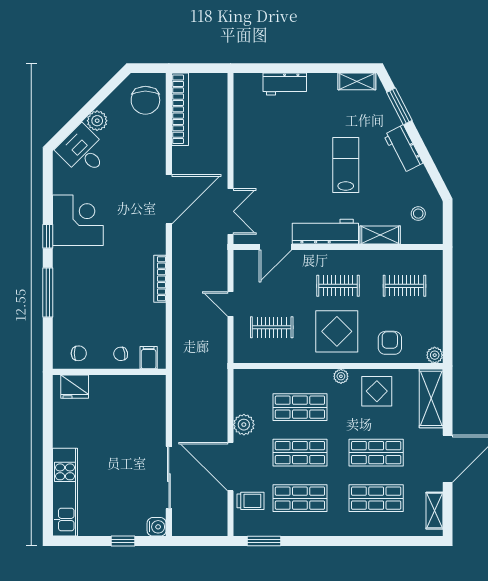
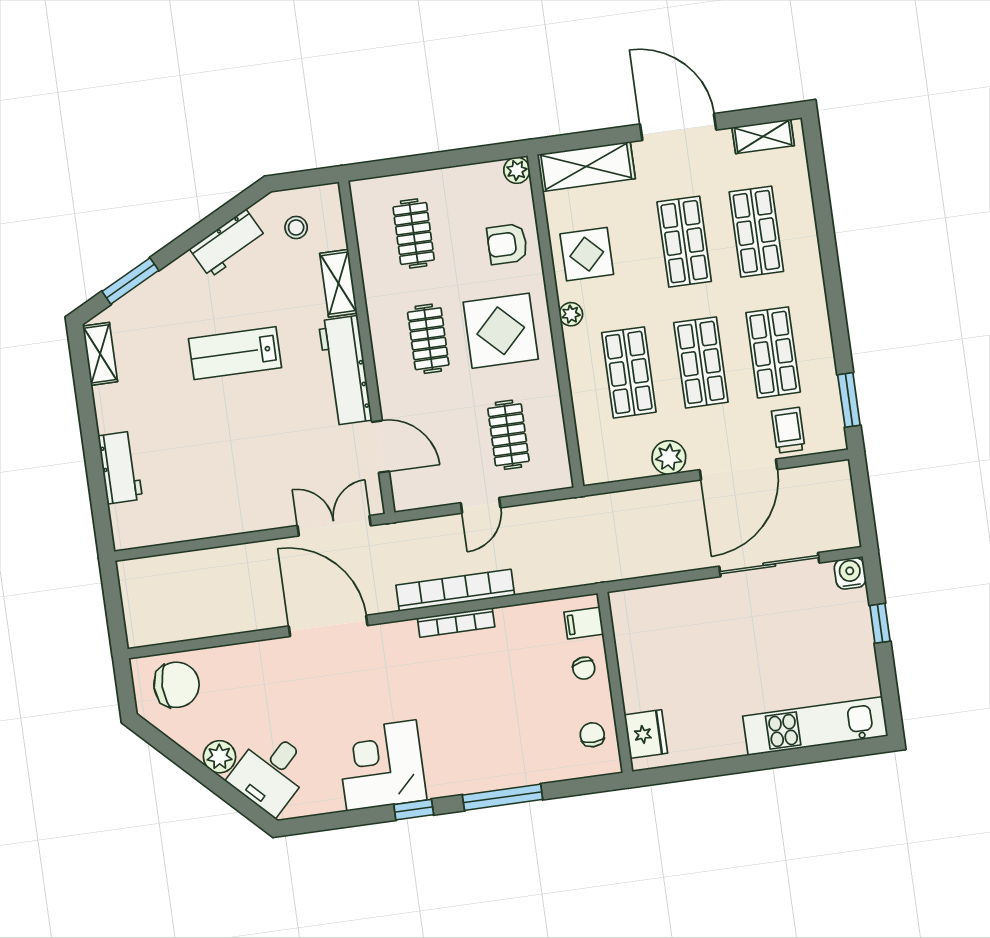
bookcase: (180, 109) -> (455, 590), moved
workbench: (403, 149) -> (228, 244), moved

